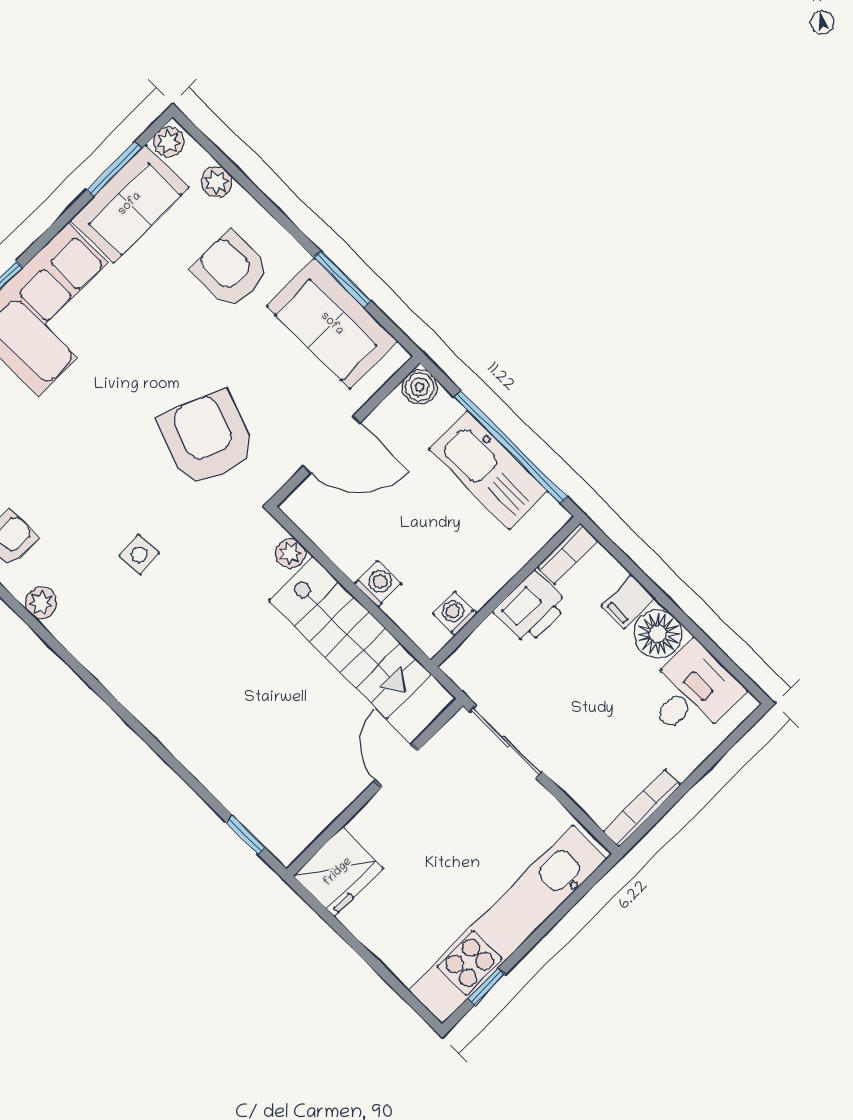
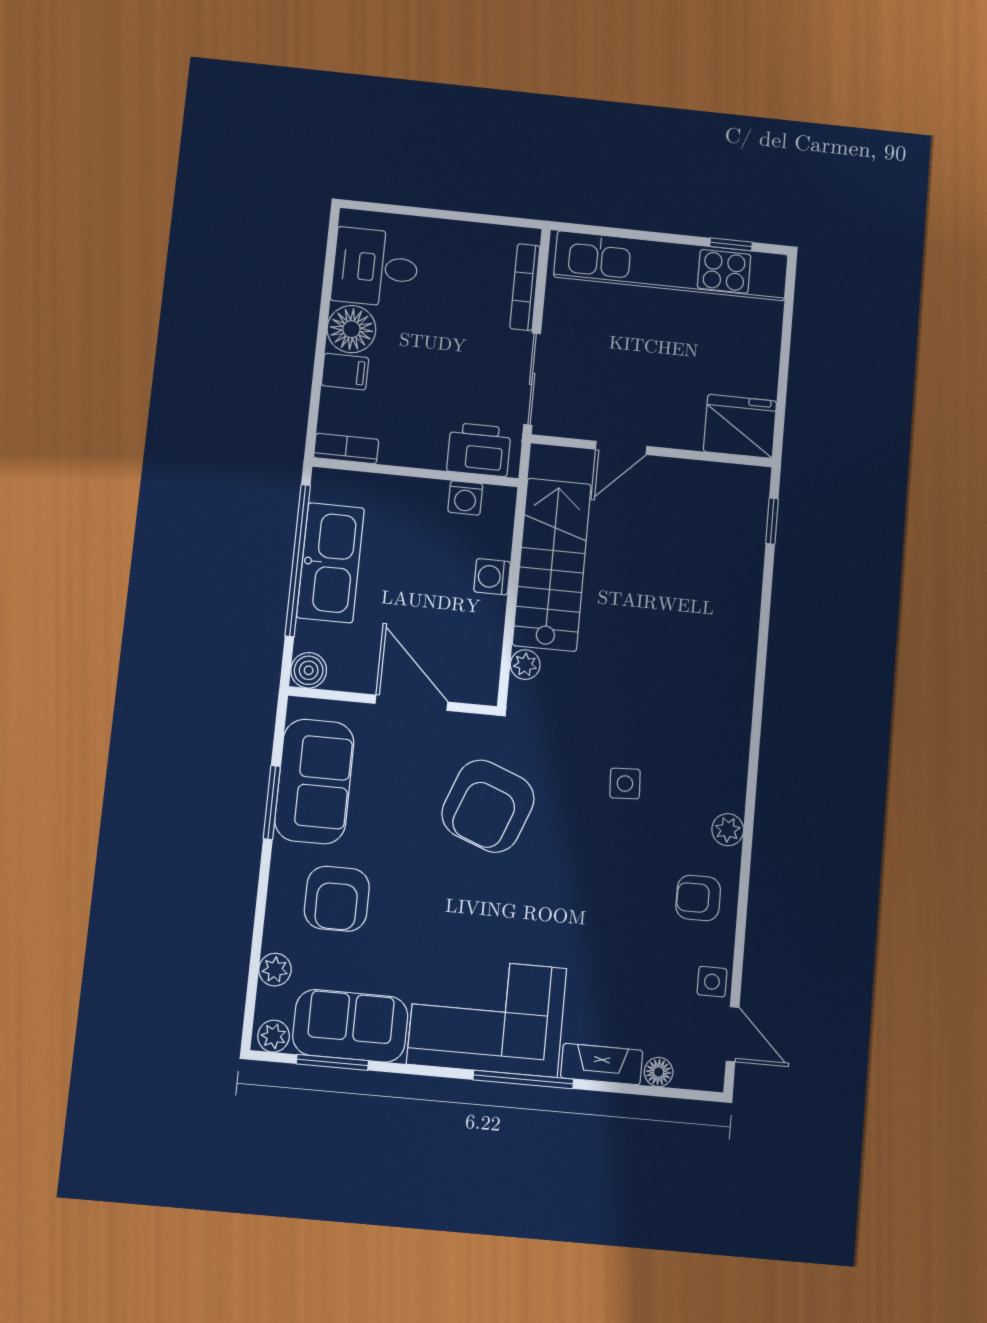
printer: (531, 608) -> (479, 450), moved
bookcase: (642, 808) -> (525, 287), moved, turned 90

